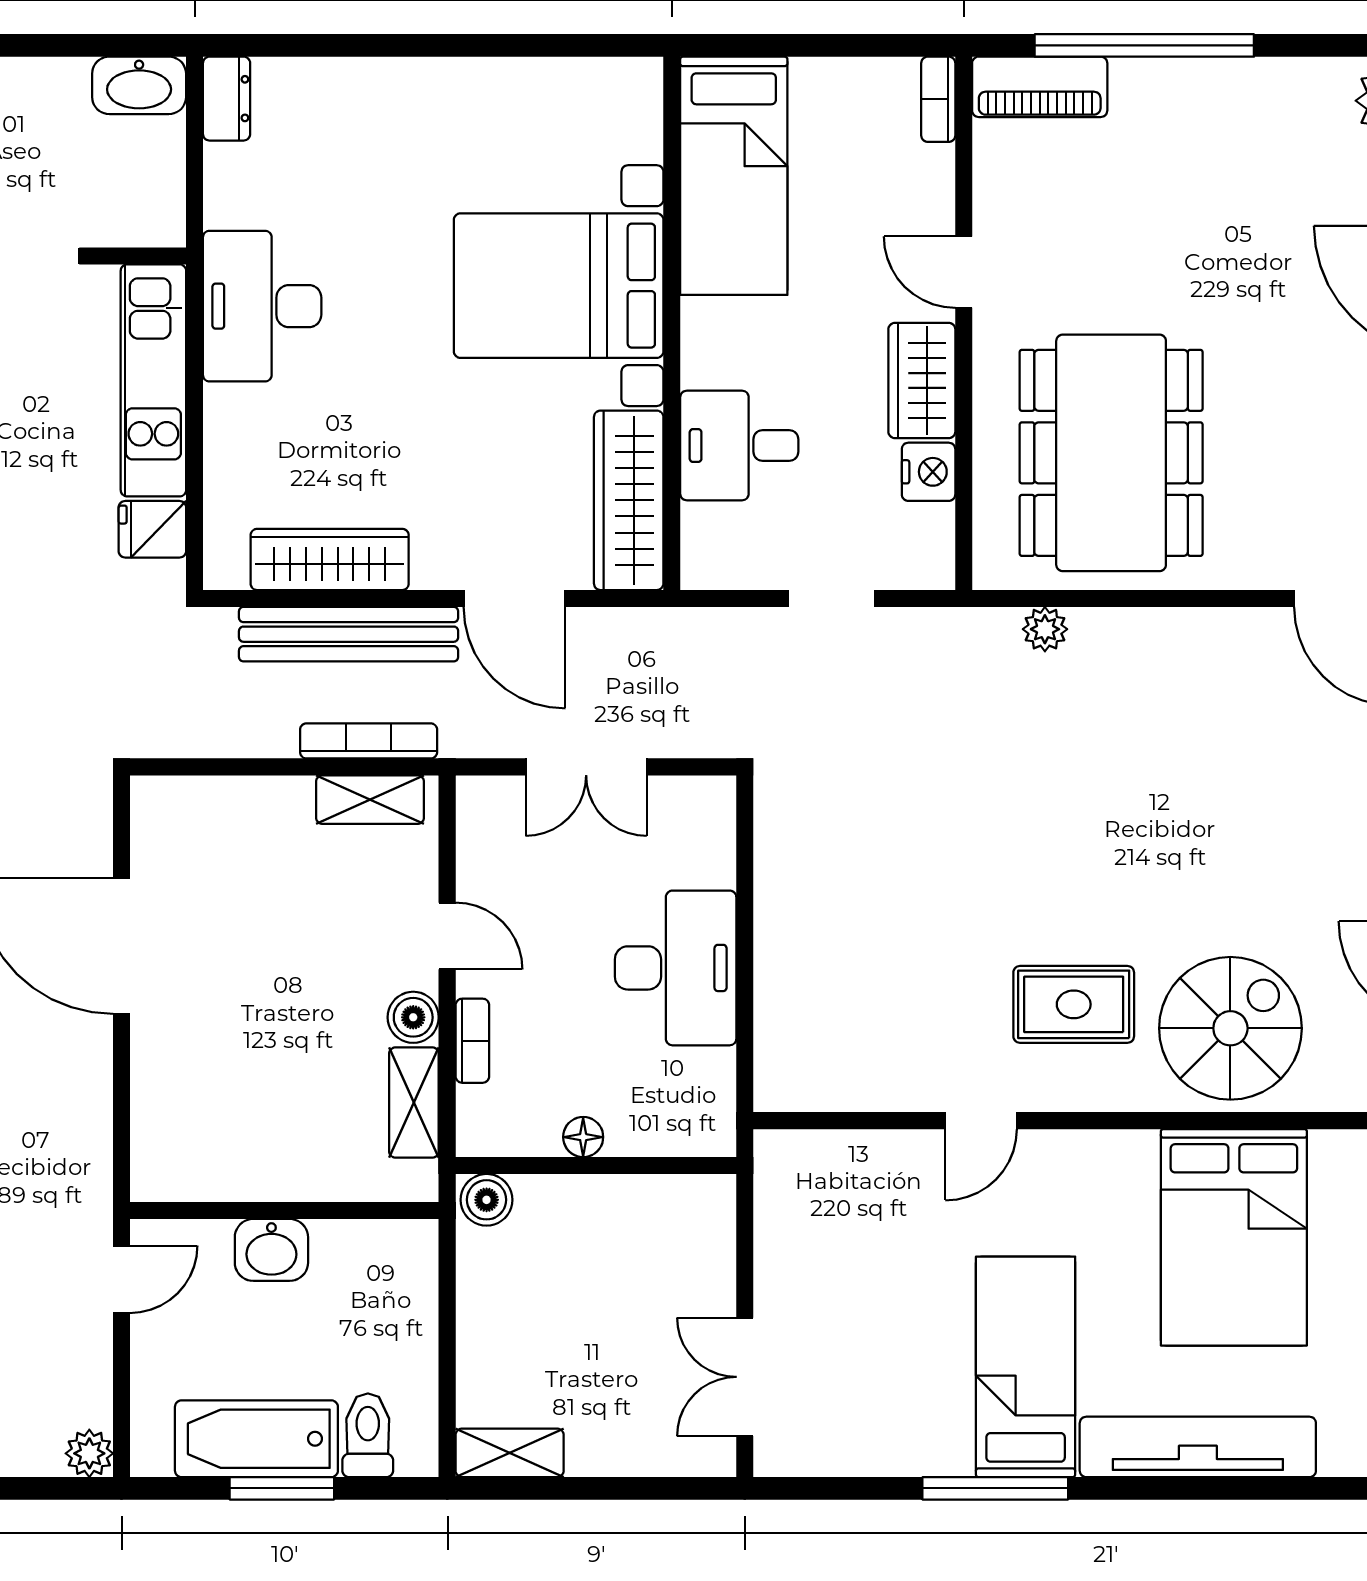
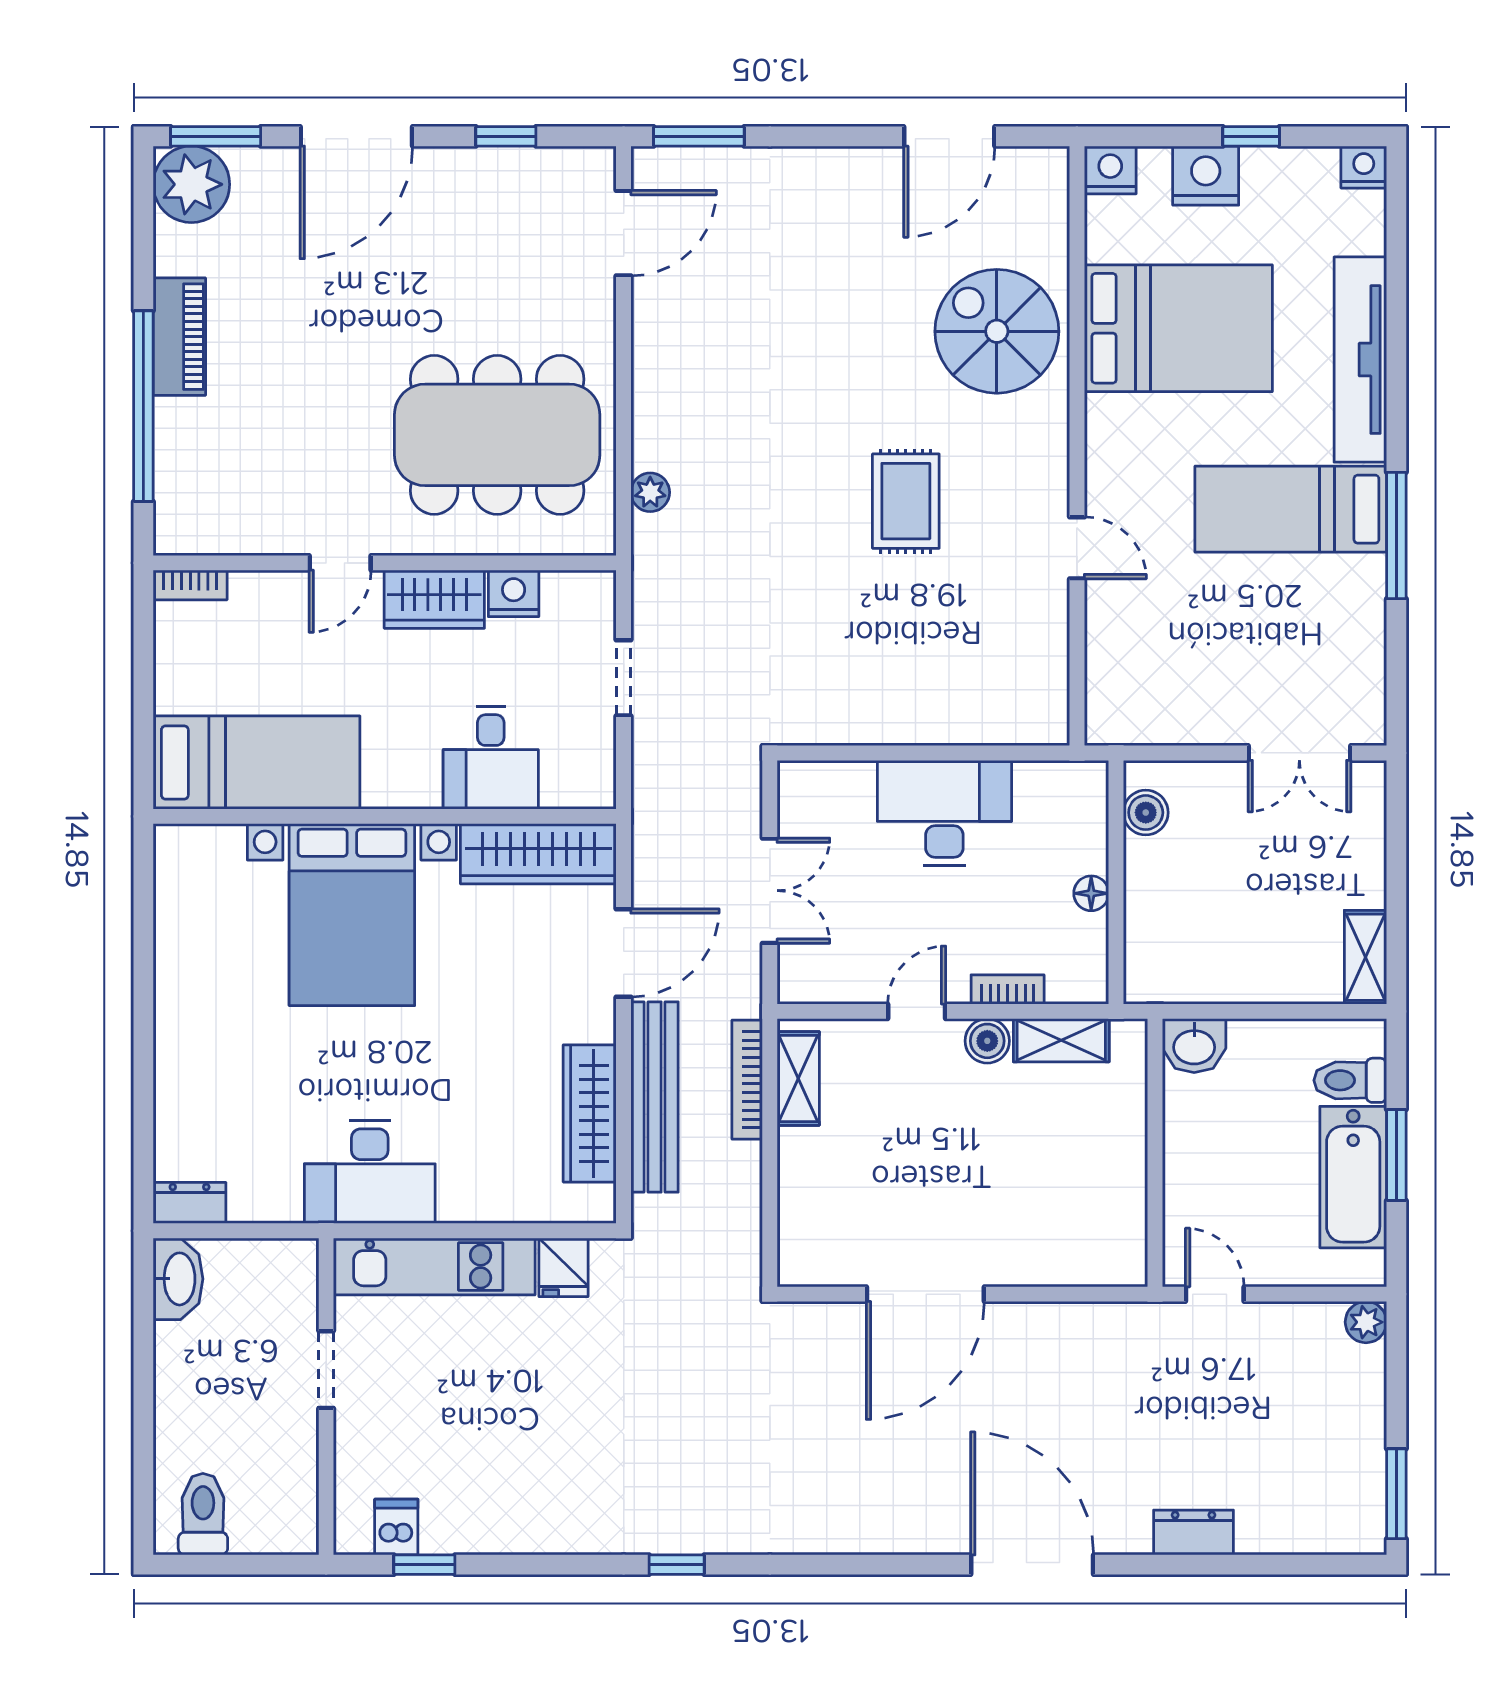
piano: (1040, 87) -> (179, 337), moved
rug: (1074, 1004) -> (906, 501), moved
boiler: (487, 1200) -> (1146, 813), moved
washbasin: (271, 1250) -> (1194, 1046), moved, turned 90

